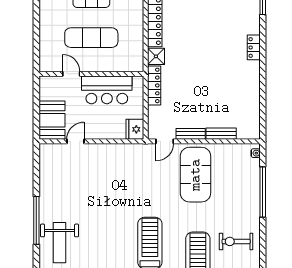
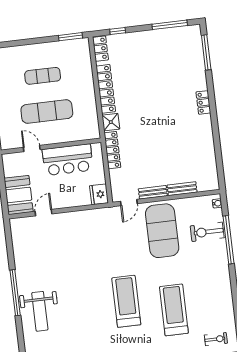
exercise bike: (236, 241) -> (207, 232), moved

